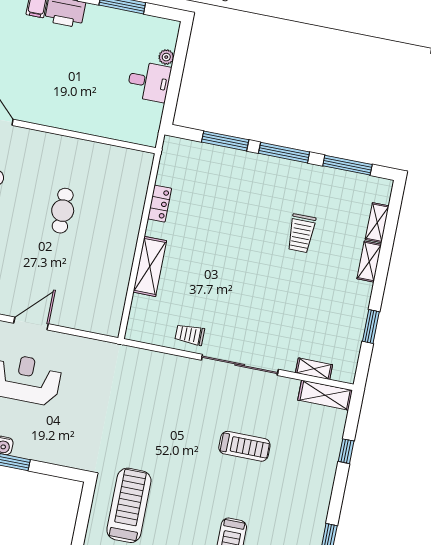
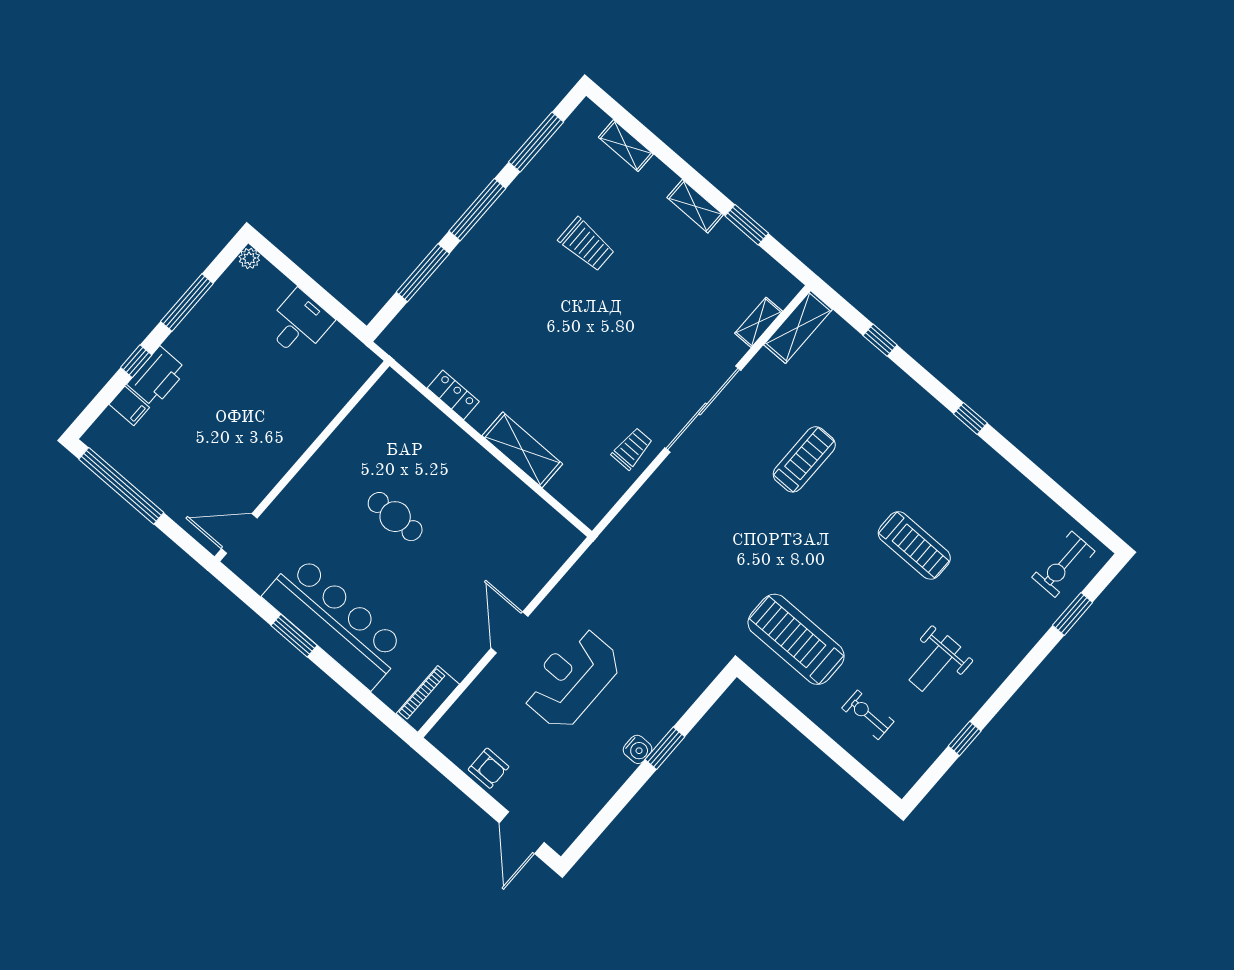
plant: (166, 57) -> (249, 258), moved
shelving: (369, 262) -> (695, 206), moved
trolley: (190, 335) -> (632, 449), turned 180

